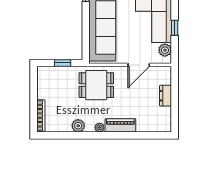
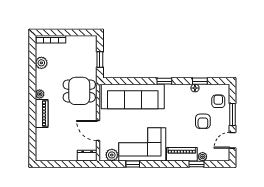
dining table: (96, 85) -> (79, 91), turned 90
dresser: (166, 96) -> (87, 156), moved
plant: (78, 126) -> (41, 63), moved

